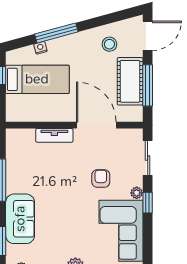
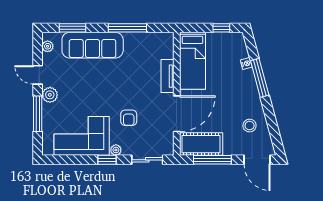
bed: (37, 79) -> (192, 61), moved
cot: (130, 81) -> (201, 144), moved
armchair: (101, 179) -> (129, 118), turned 90
sofa: (20, 219) -> (93, 45), width x1.36

